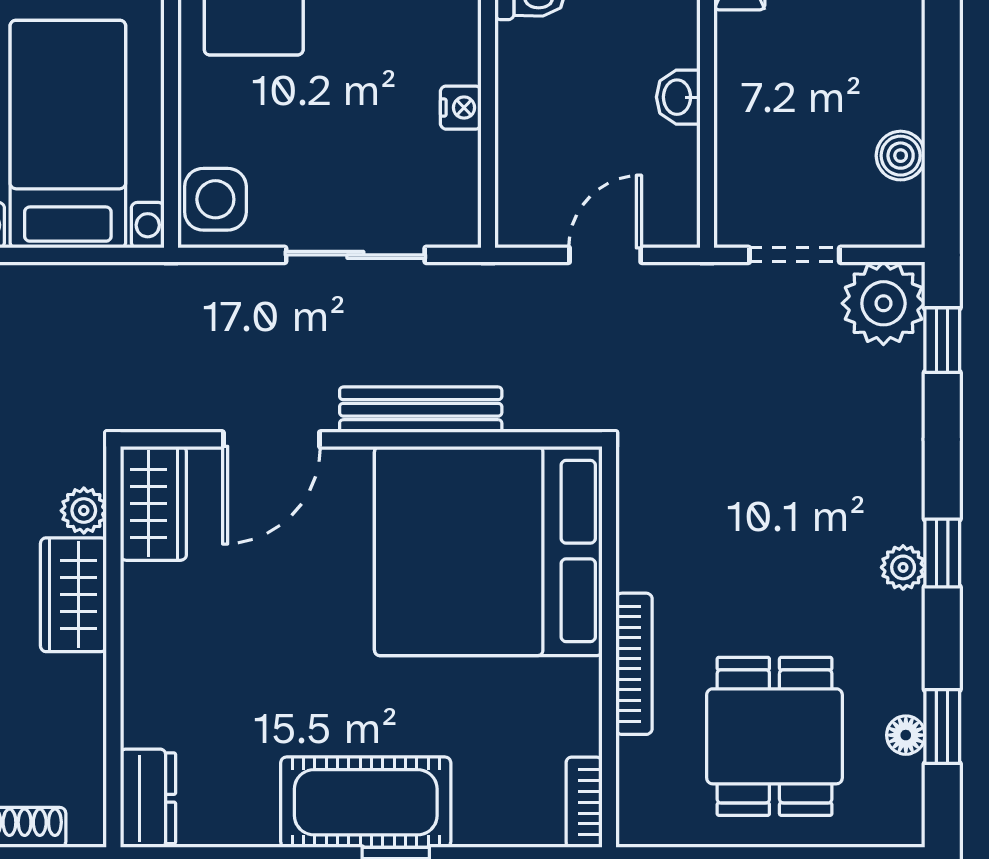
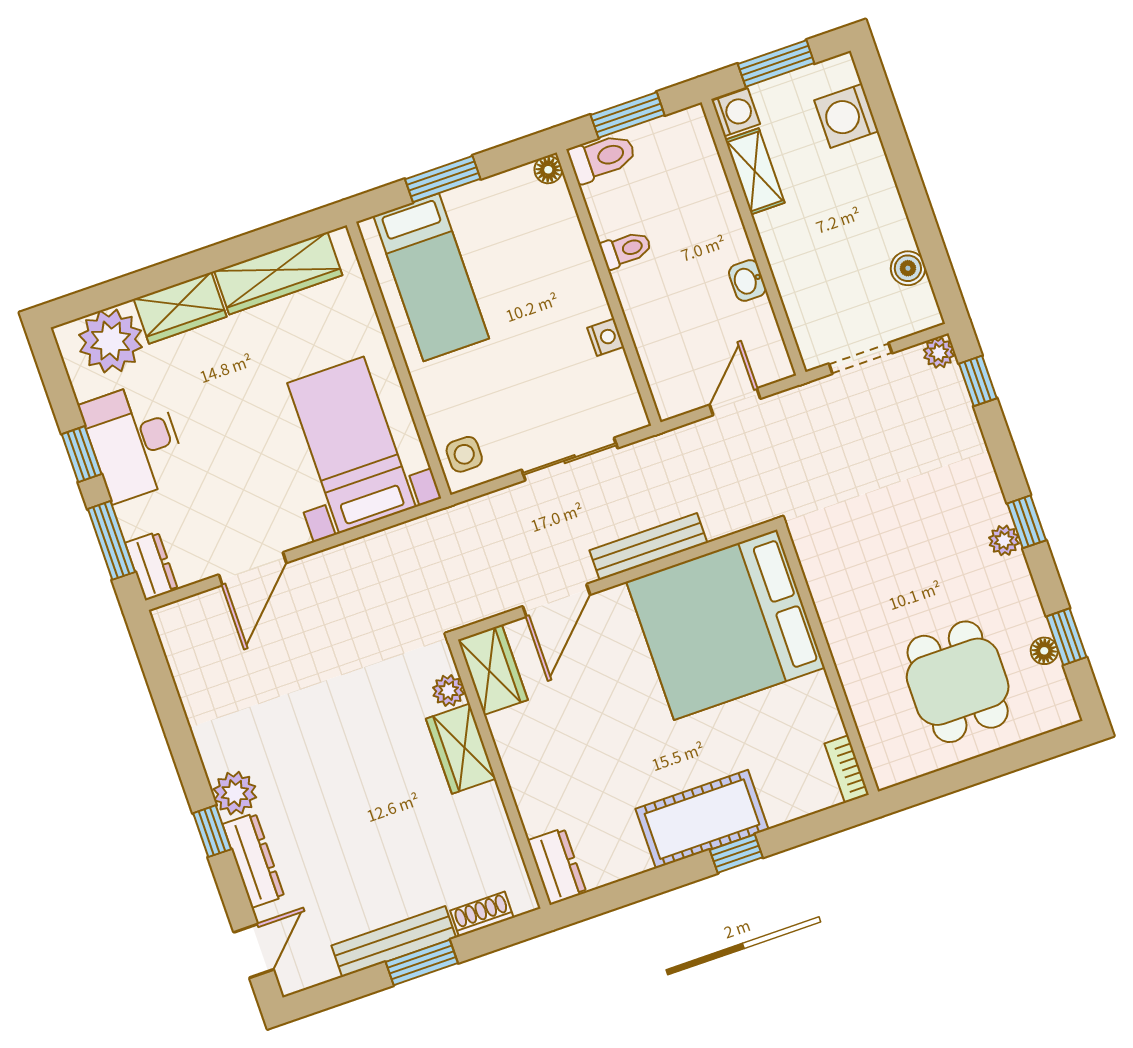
side table: (215, 199) -> (464, 454), width x0.73, depth x0.73
plant: (883, 303) -> (939, 353), width x0.53, depth x0.53
bookcase: (634, 664) -> (848, 666), removed

